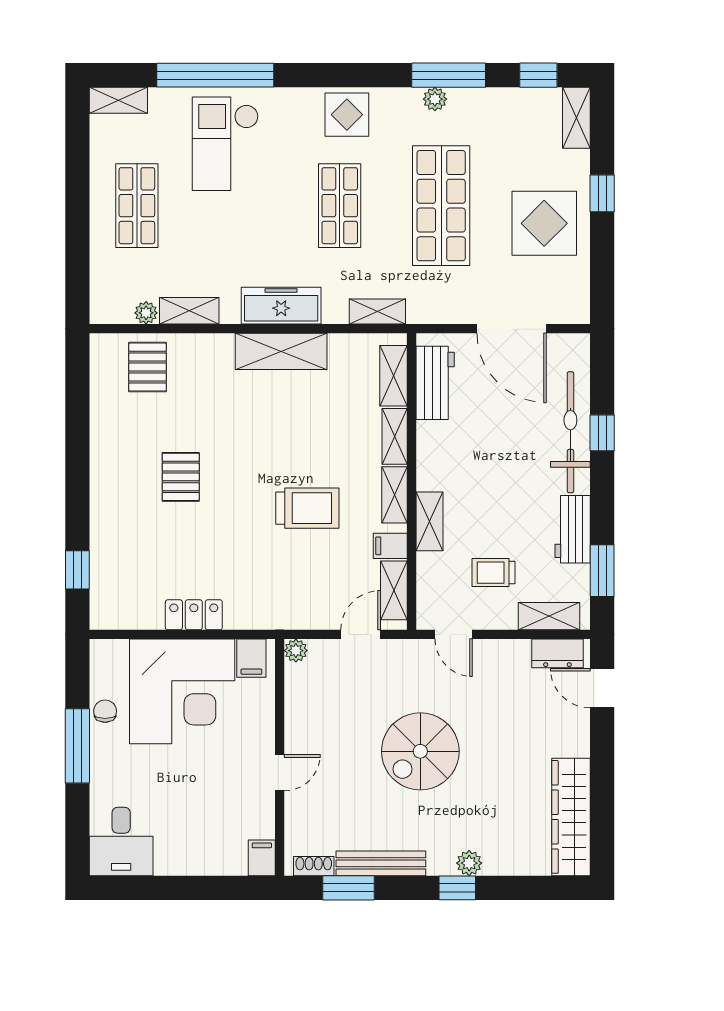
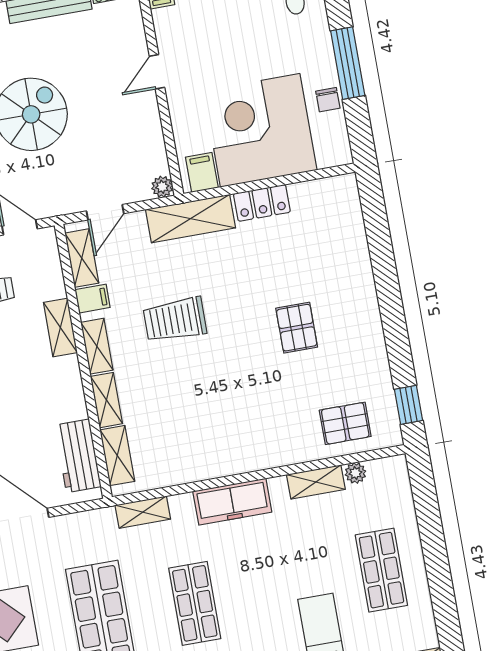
shelving: (281, 351) -> (191, 219), moved
pallet: (147, 367) -> (345, 423), turned 90
window: (77, 570) -> (409, 405), moved

